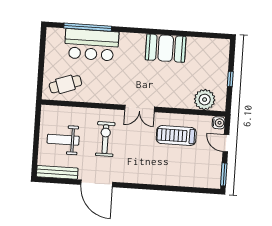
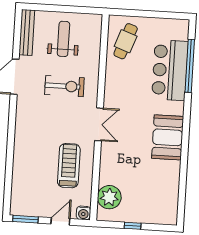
booth: (166, 48) -> (168, 137), moved
cafe table: (65, 84) -> (126, 41), turned 39
double door: (140, 108) -> (99, 124), swing flipped

